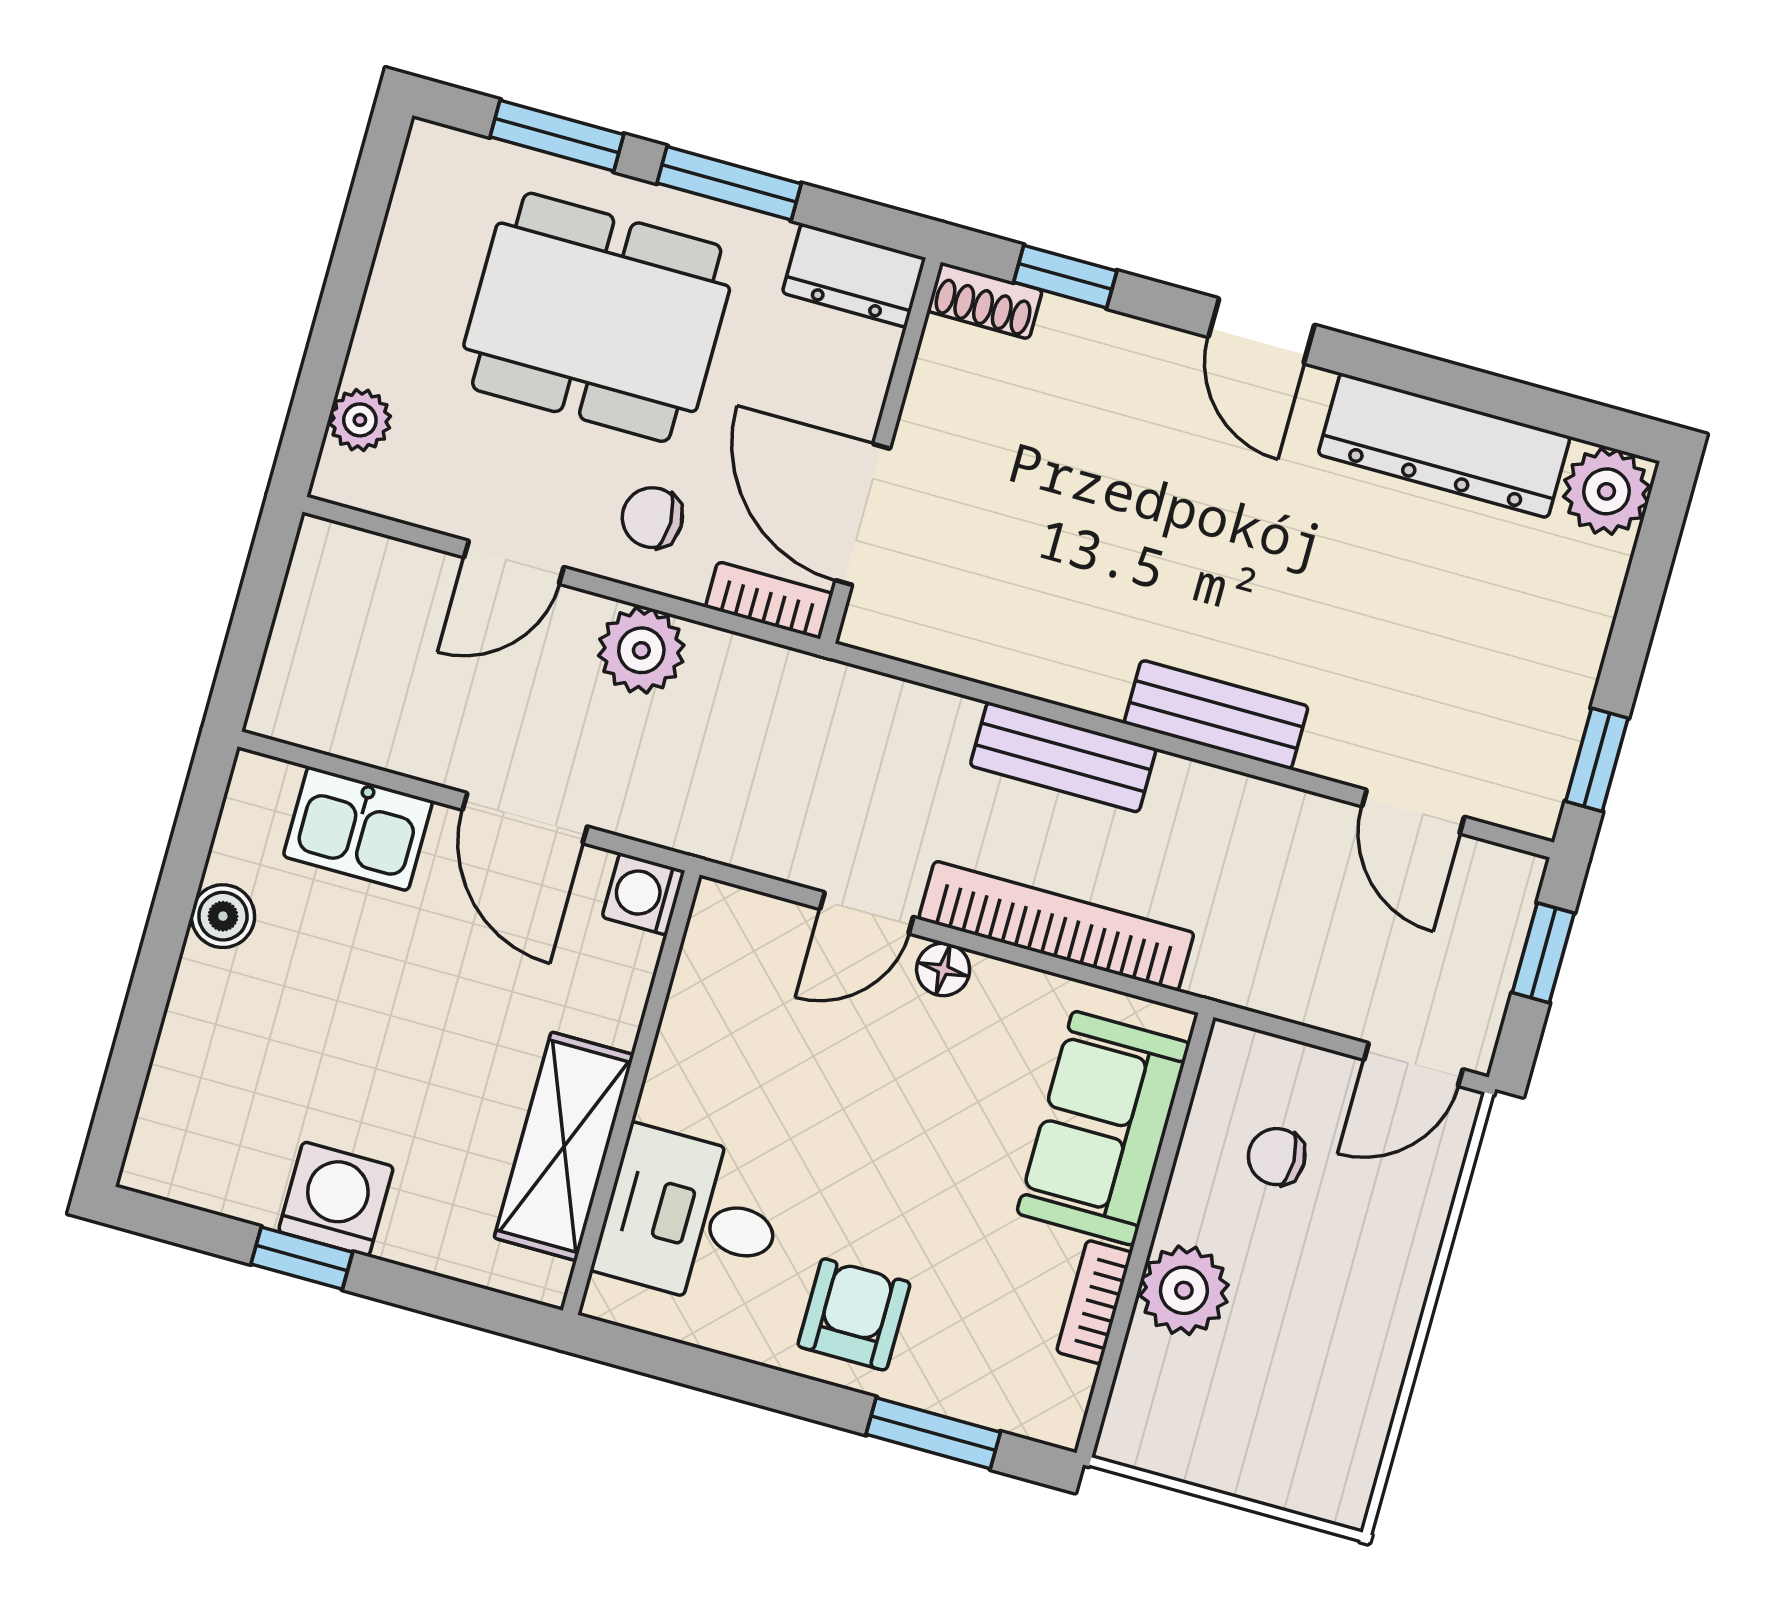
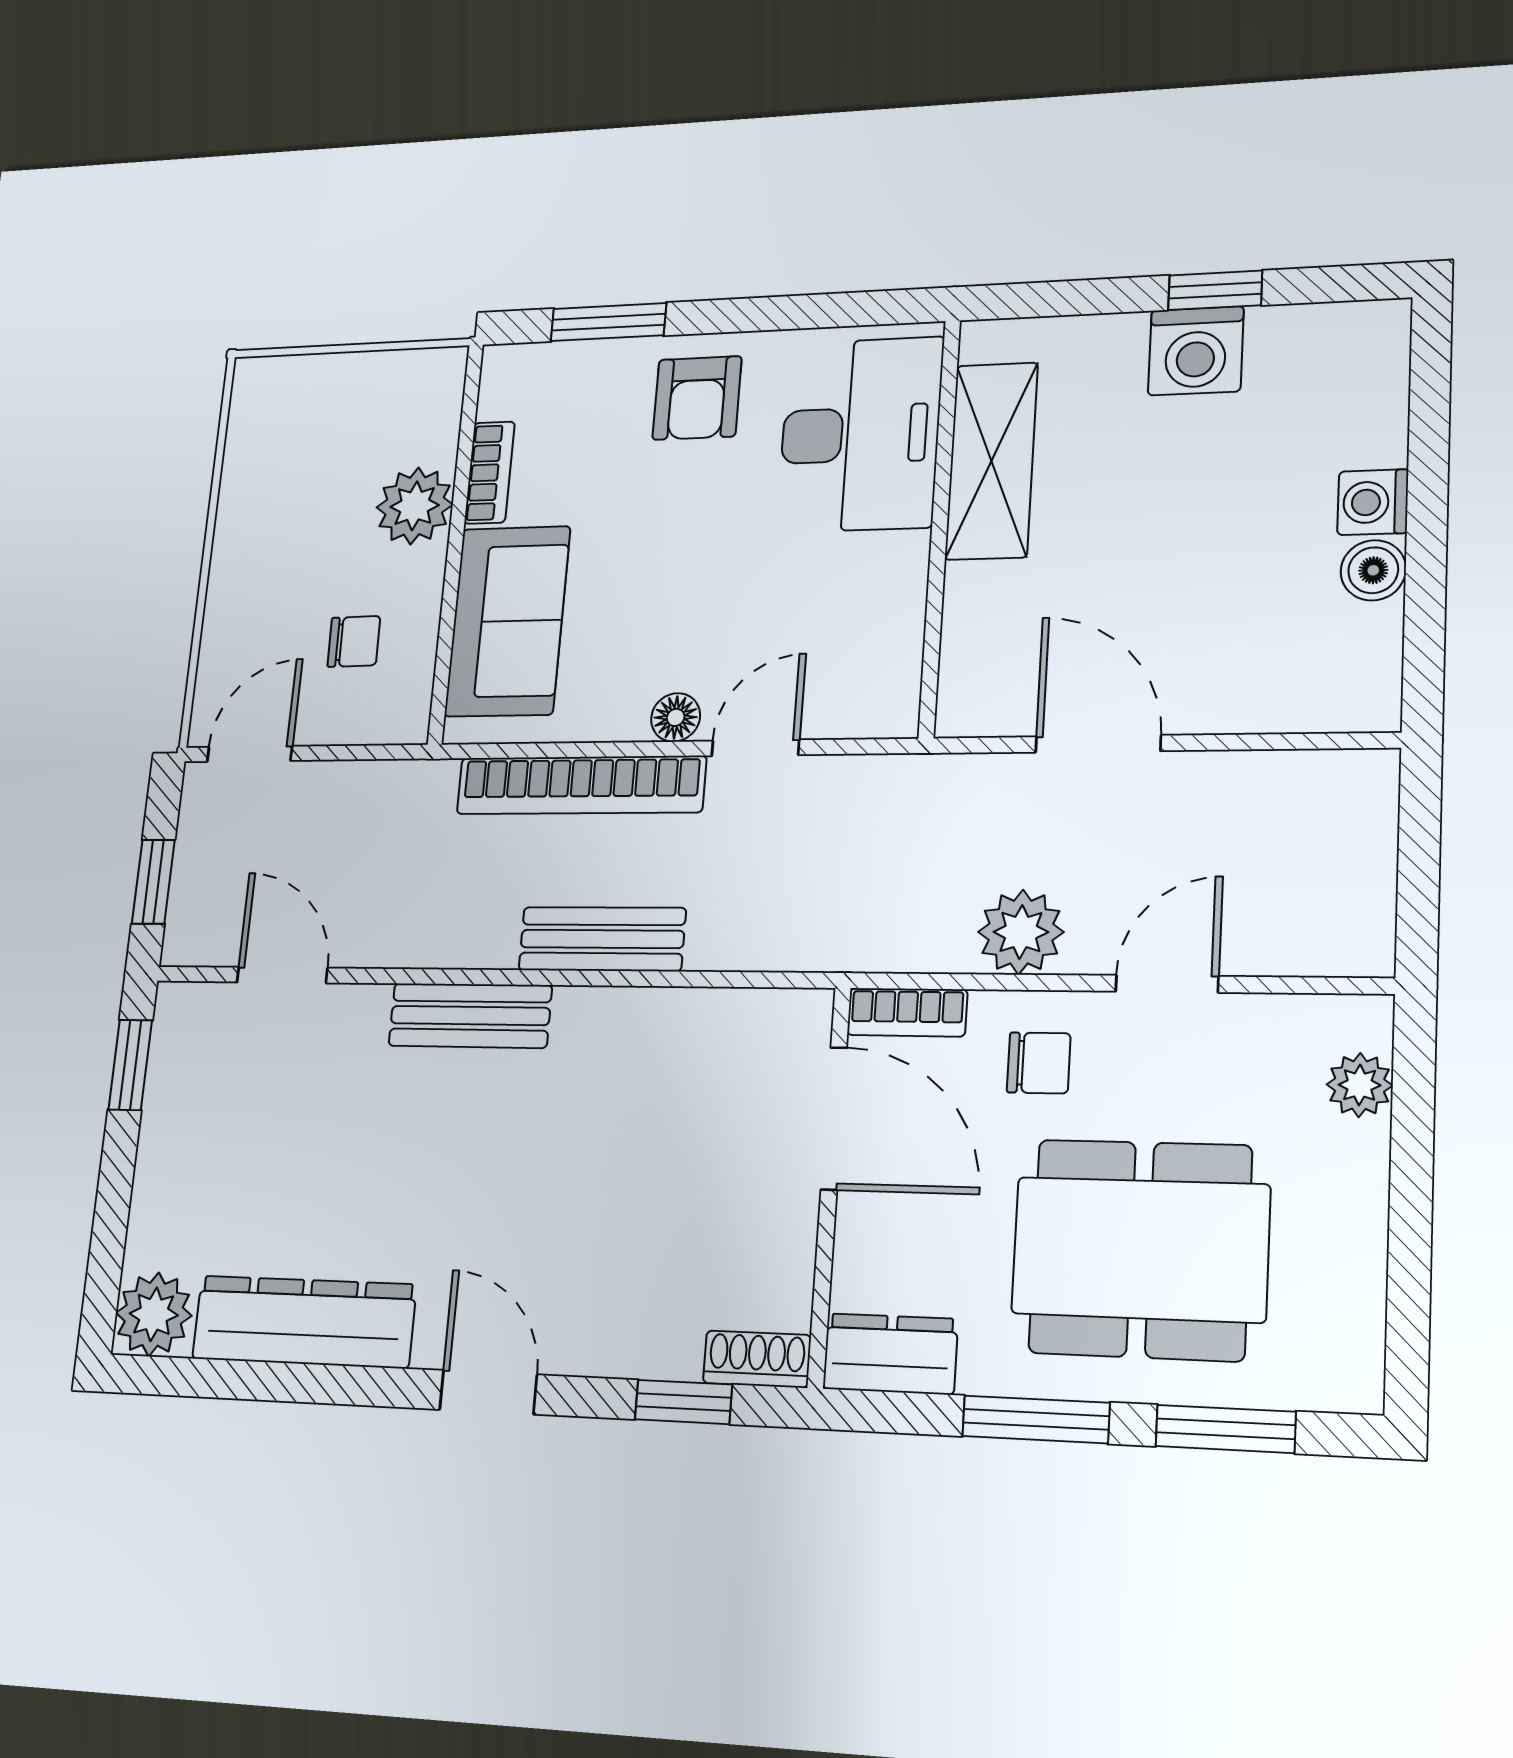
kitchen sink: (358, 829) -> (1260, 689), removed
washing machine: (643, 894) -> (1373, 502), moved, turned 180
desk: (691, 1218) -> (860, 434), width x1.37

